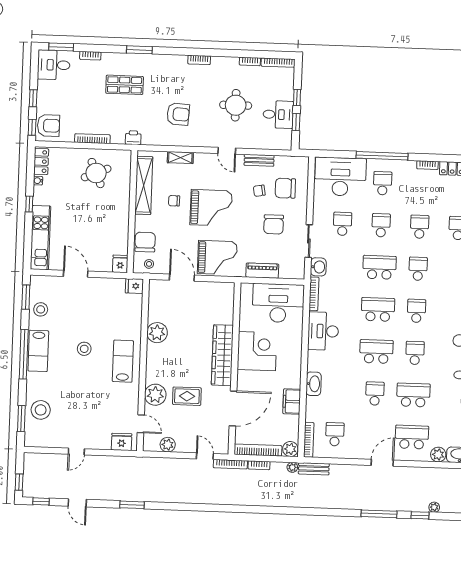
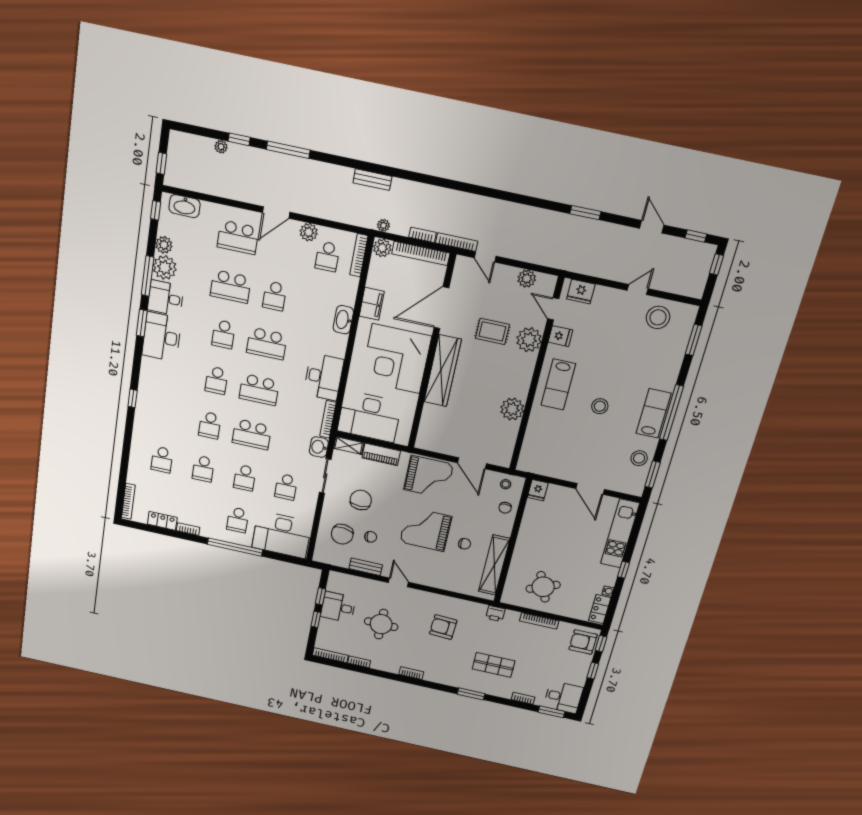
shelving: (180, 158) -> (349, 446), moved
chair: (285, 188) -> (342, 534), turned 97
chair: (145, 242) -> (505, 508), width x0.54, depth x0.54
grand piano: (217, 258) -> (428, 477), turned 180
fridge: (134, 286) -> (560, 336), moved
corner desk: (257, 351) -> (396, 359), width x1.36, depth x1.36
stool: (41, 410) -> (658, 317), moved
plant: (438, 455) -> (309, 232), moved
bench: (314, 469) -> (372, 180), moved

